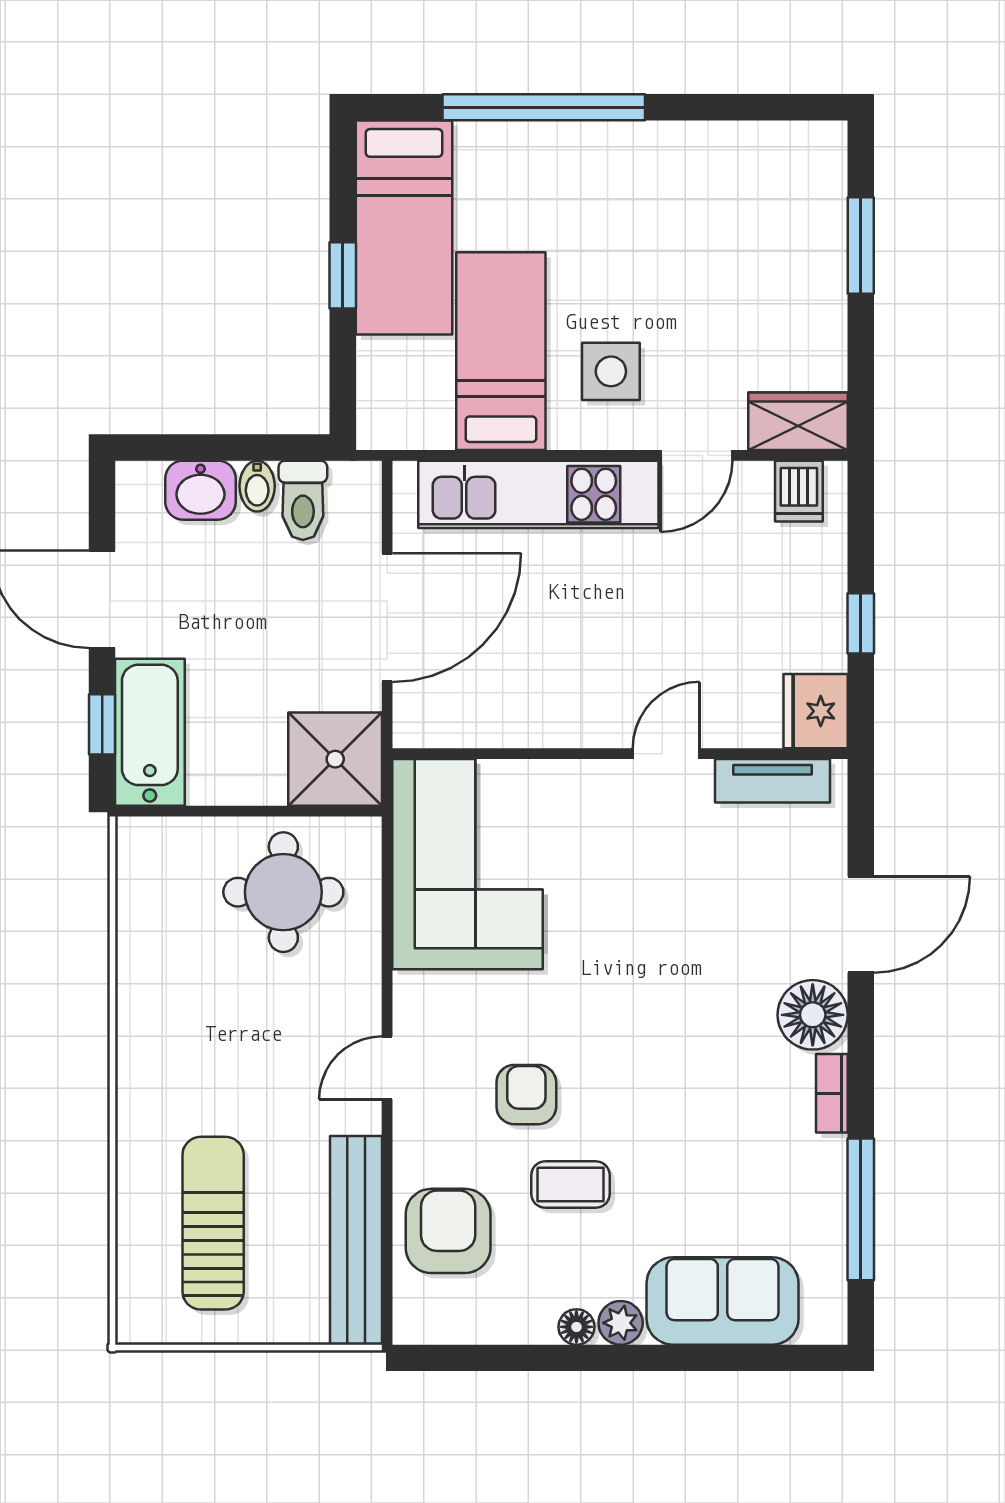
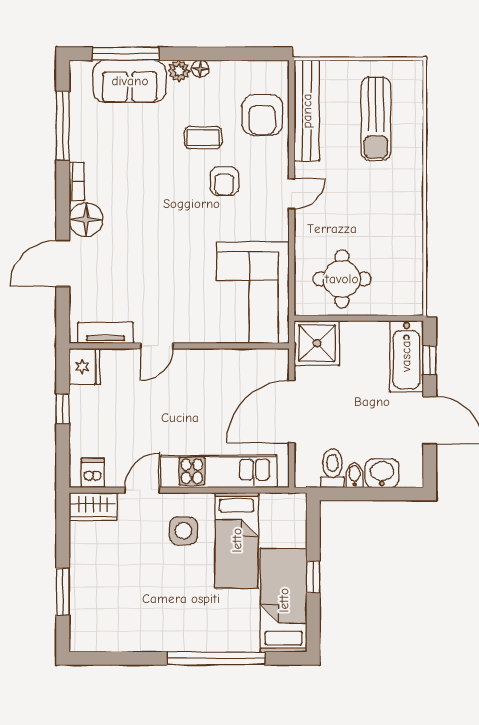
window: (731, 1358) -> (126, 54), added

